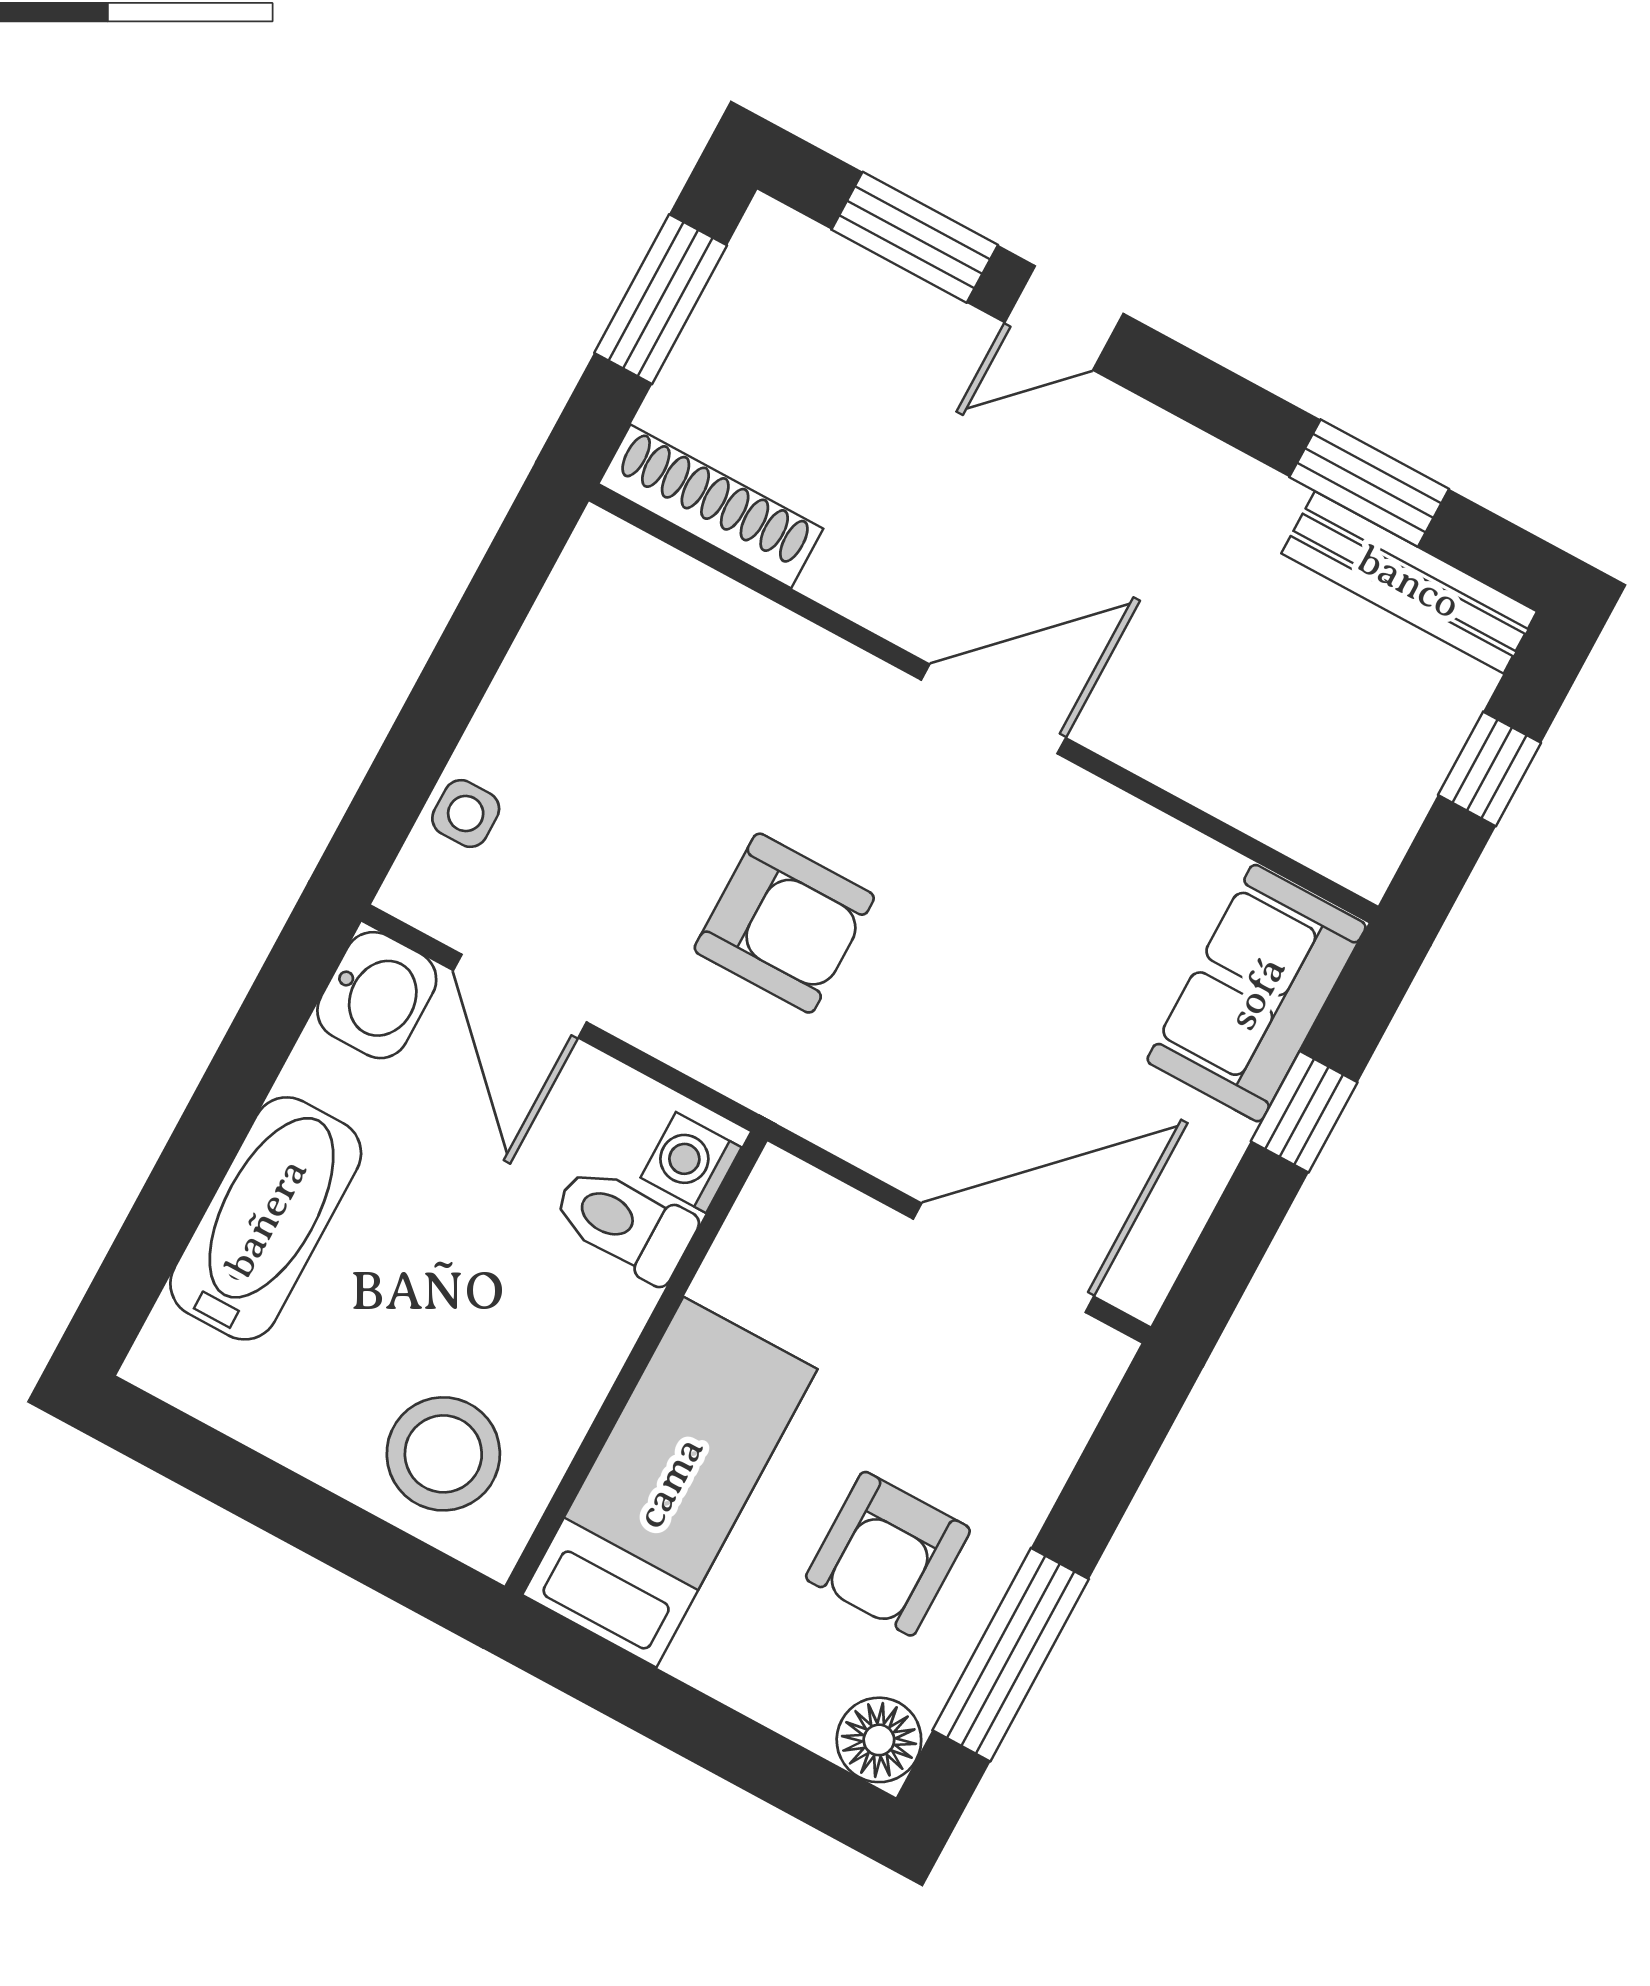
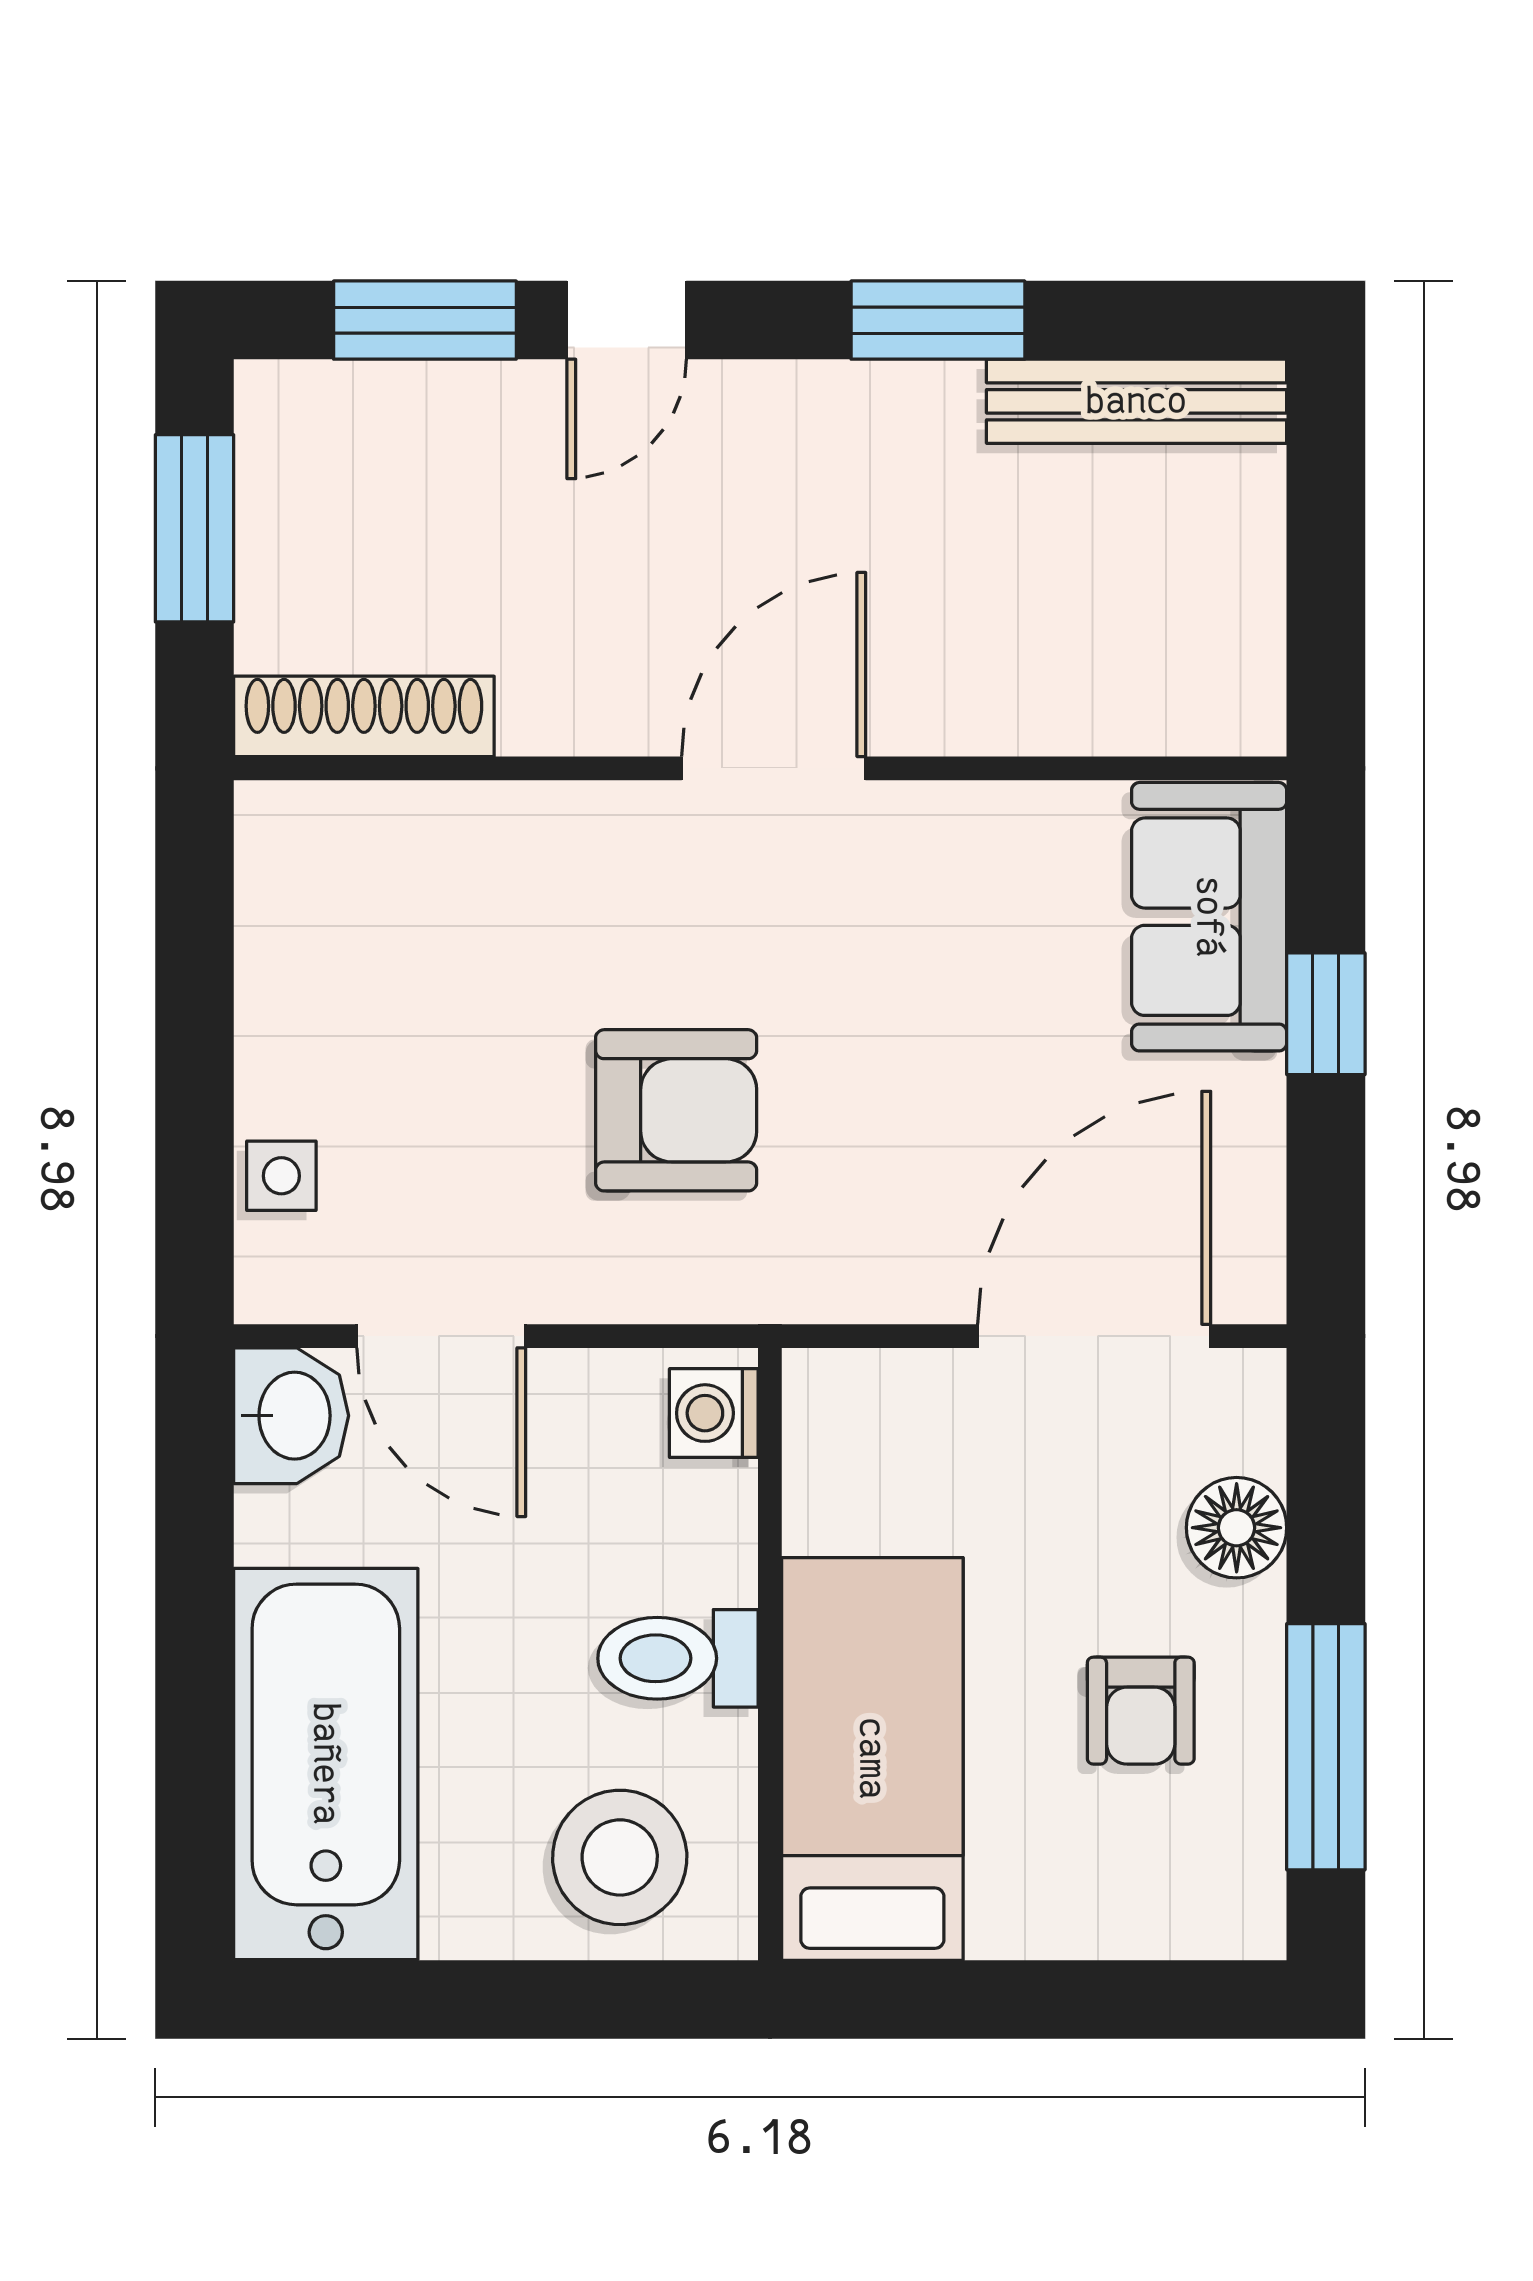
window: (1369, 483) -> (938, 320), moved
window: (1490, 769) -> (1326, 551), removed
bathtub: (266, 1218) -> (326, 1764), width x1.36, depth x1.36
toilet: (624, 1223) -> (678, 1658), moved
armchair: (888, 1554) -> (1141, 1711), width x0.72, depth x0.72
floor lamp: (879, 1740) -> (1237, 1528), moved

